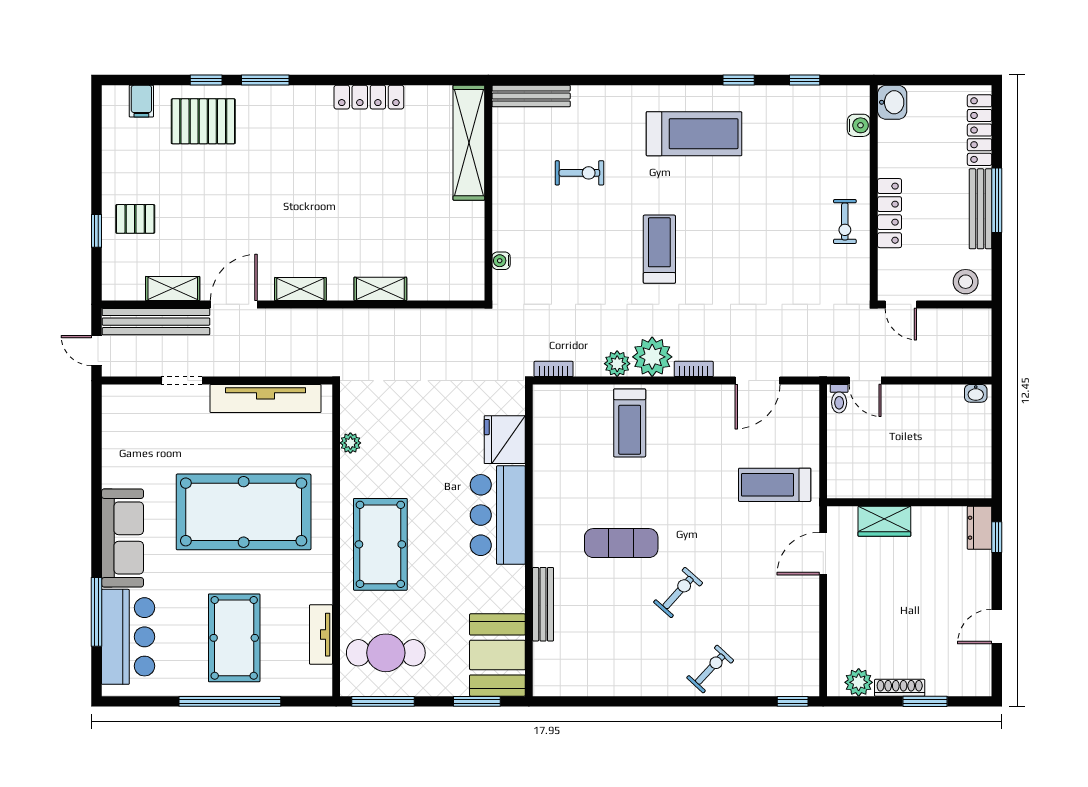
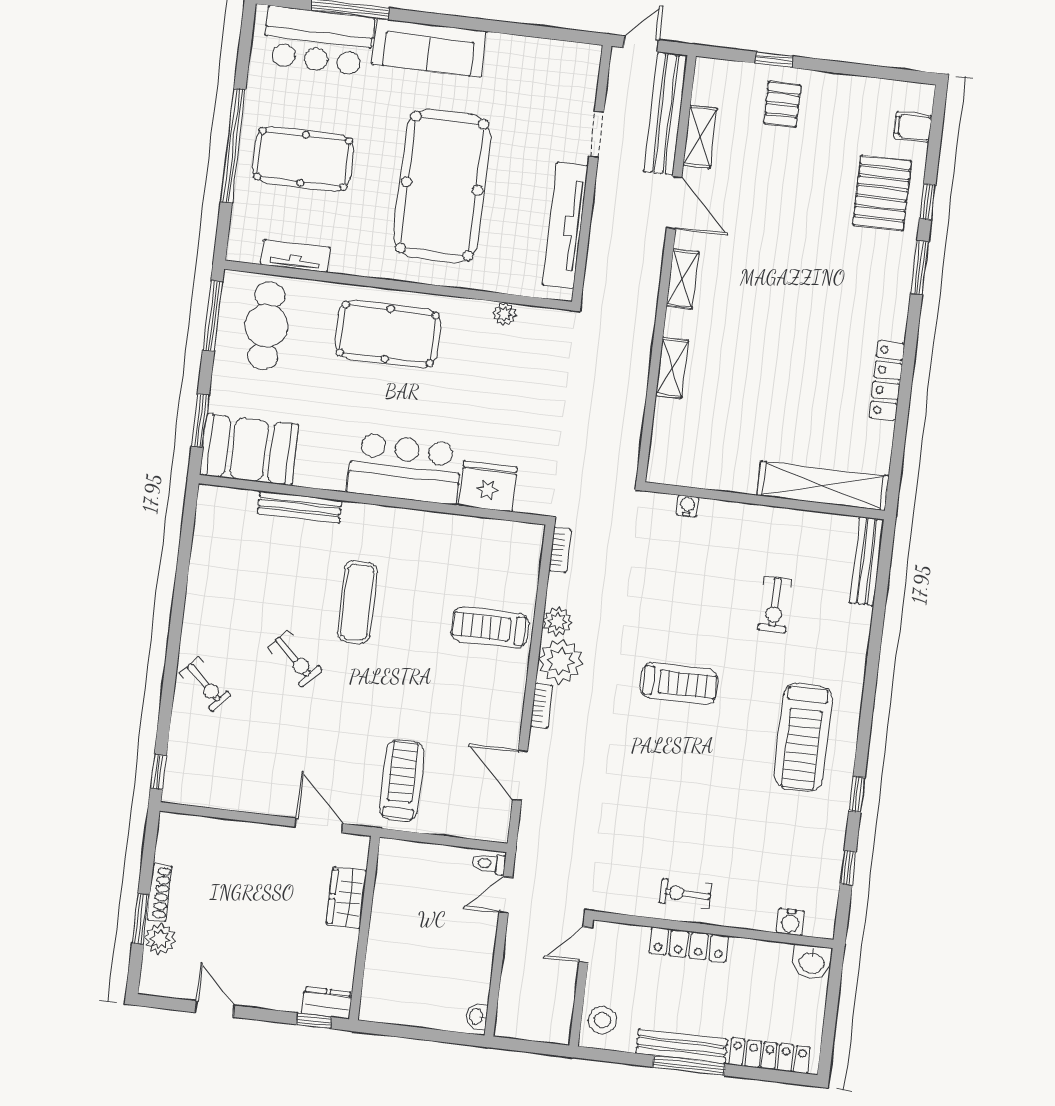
plant: (859, 682) -> (160, 939), moved

